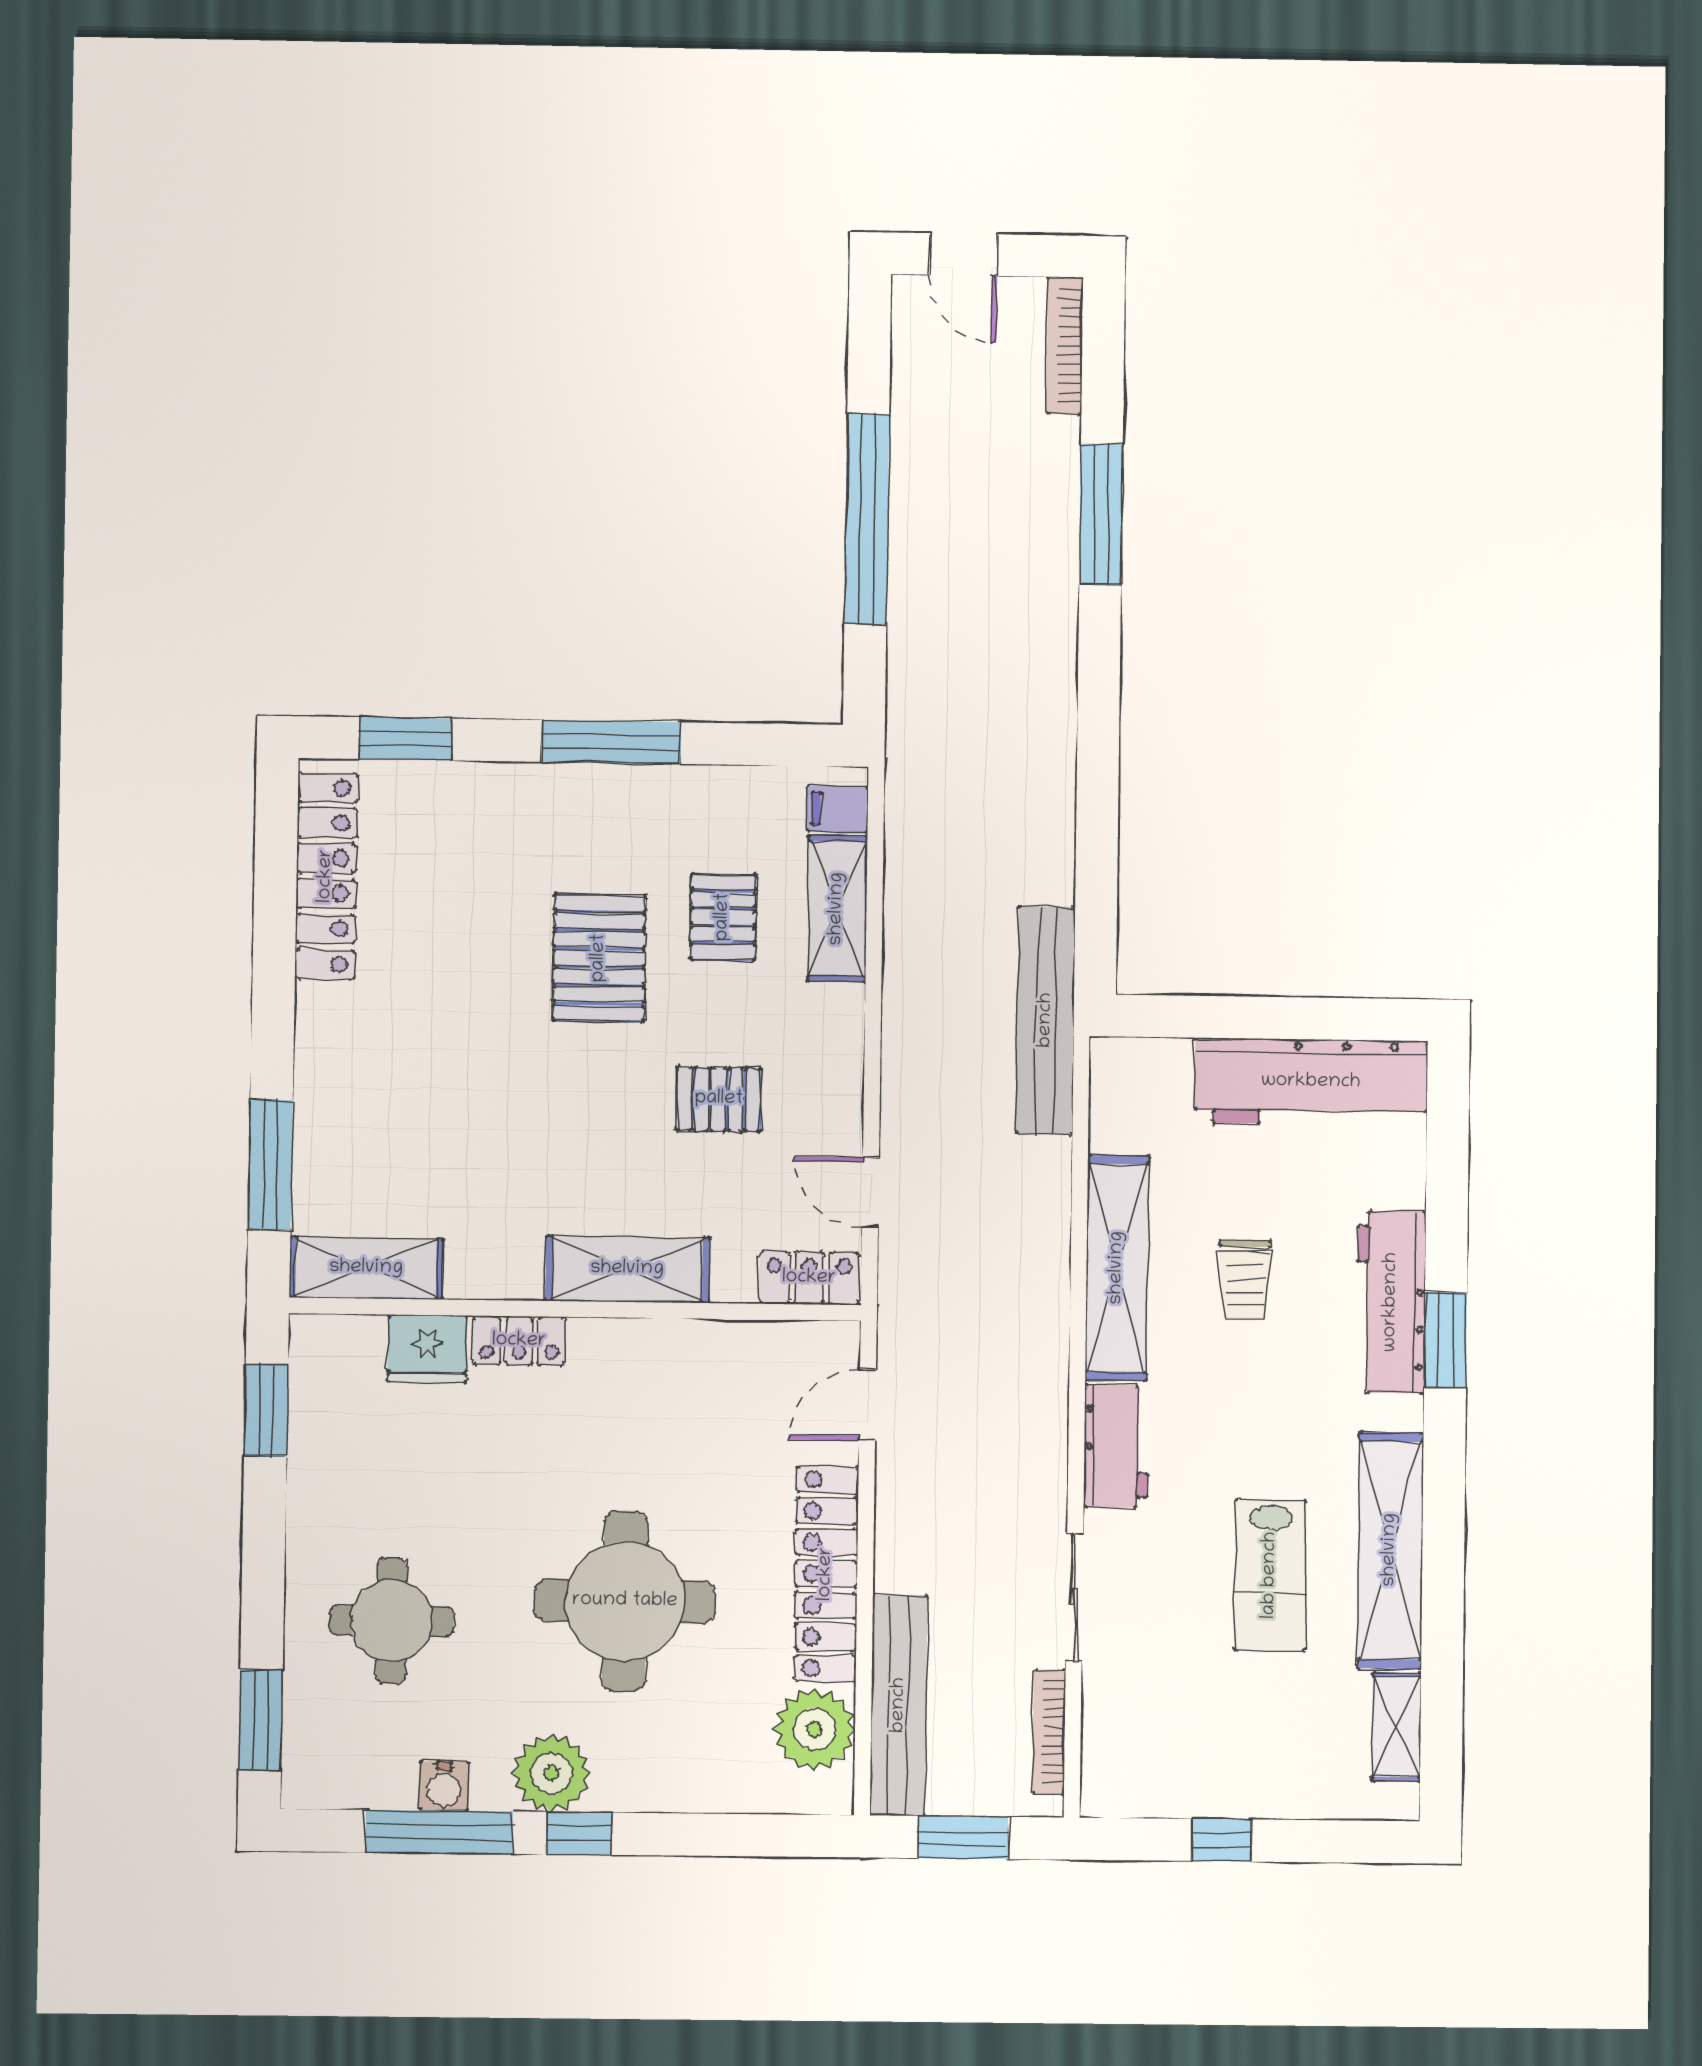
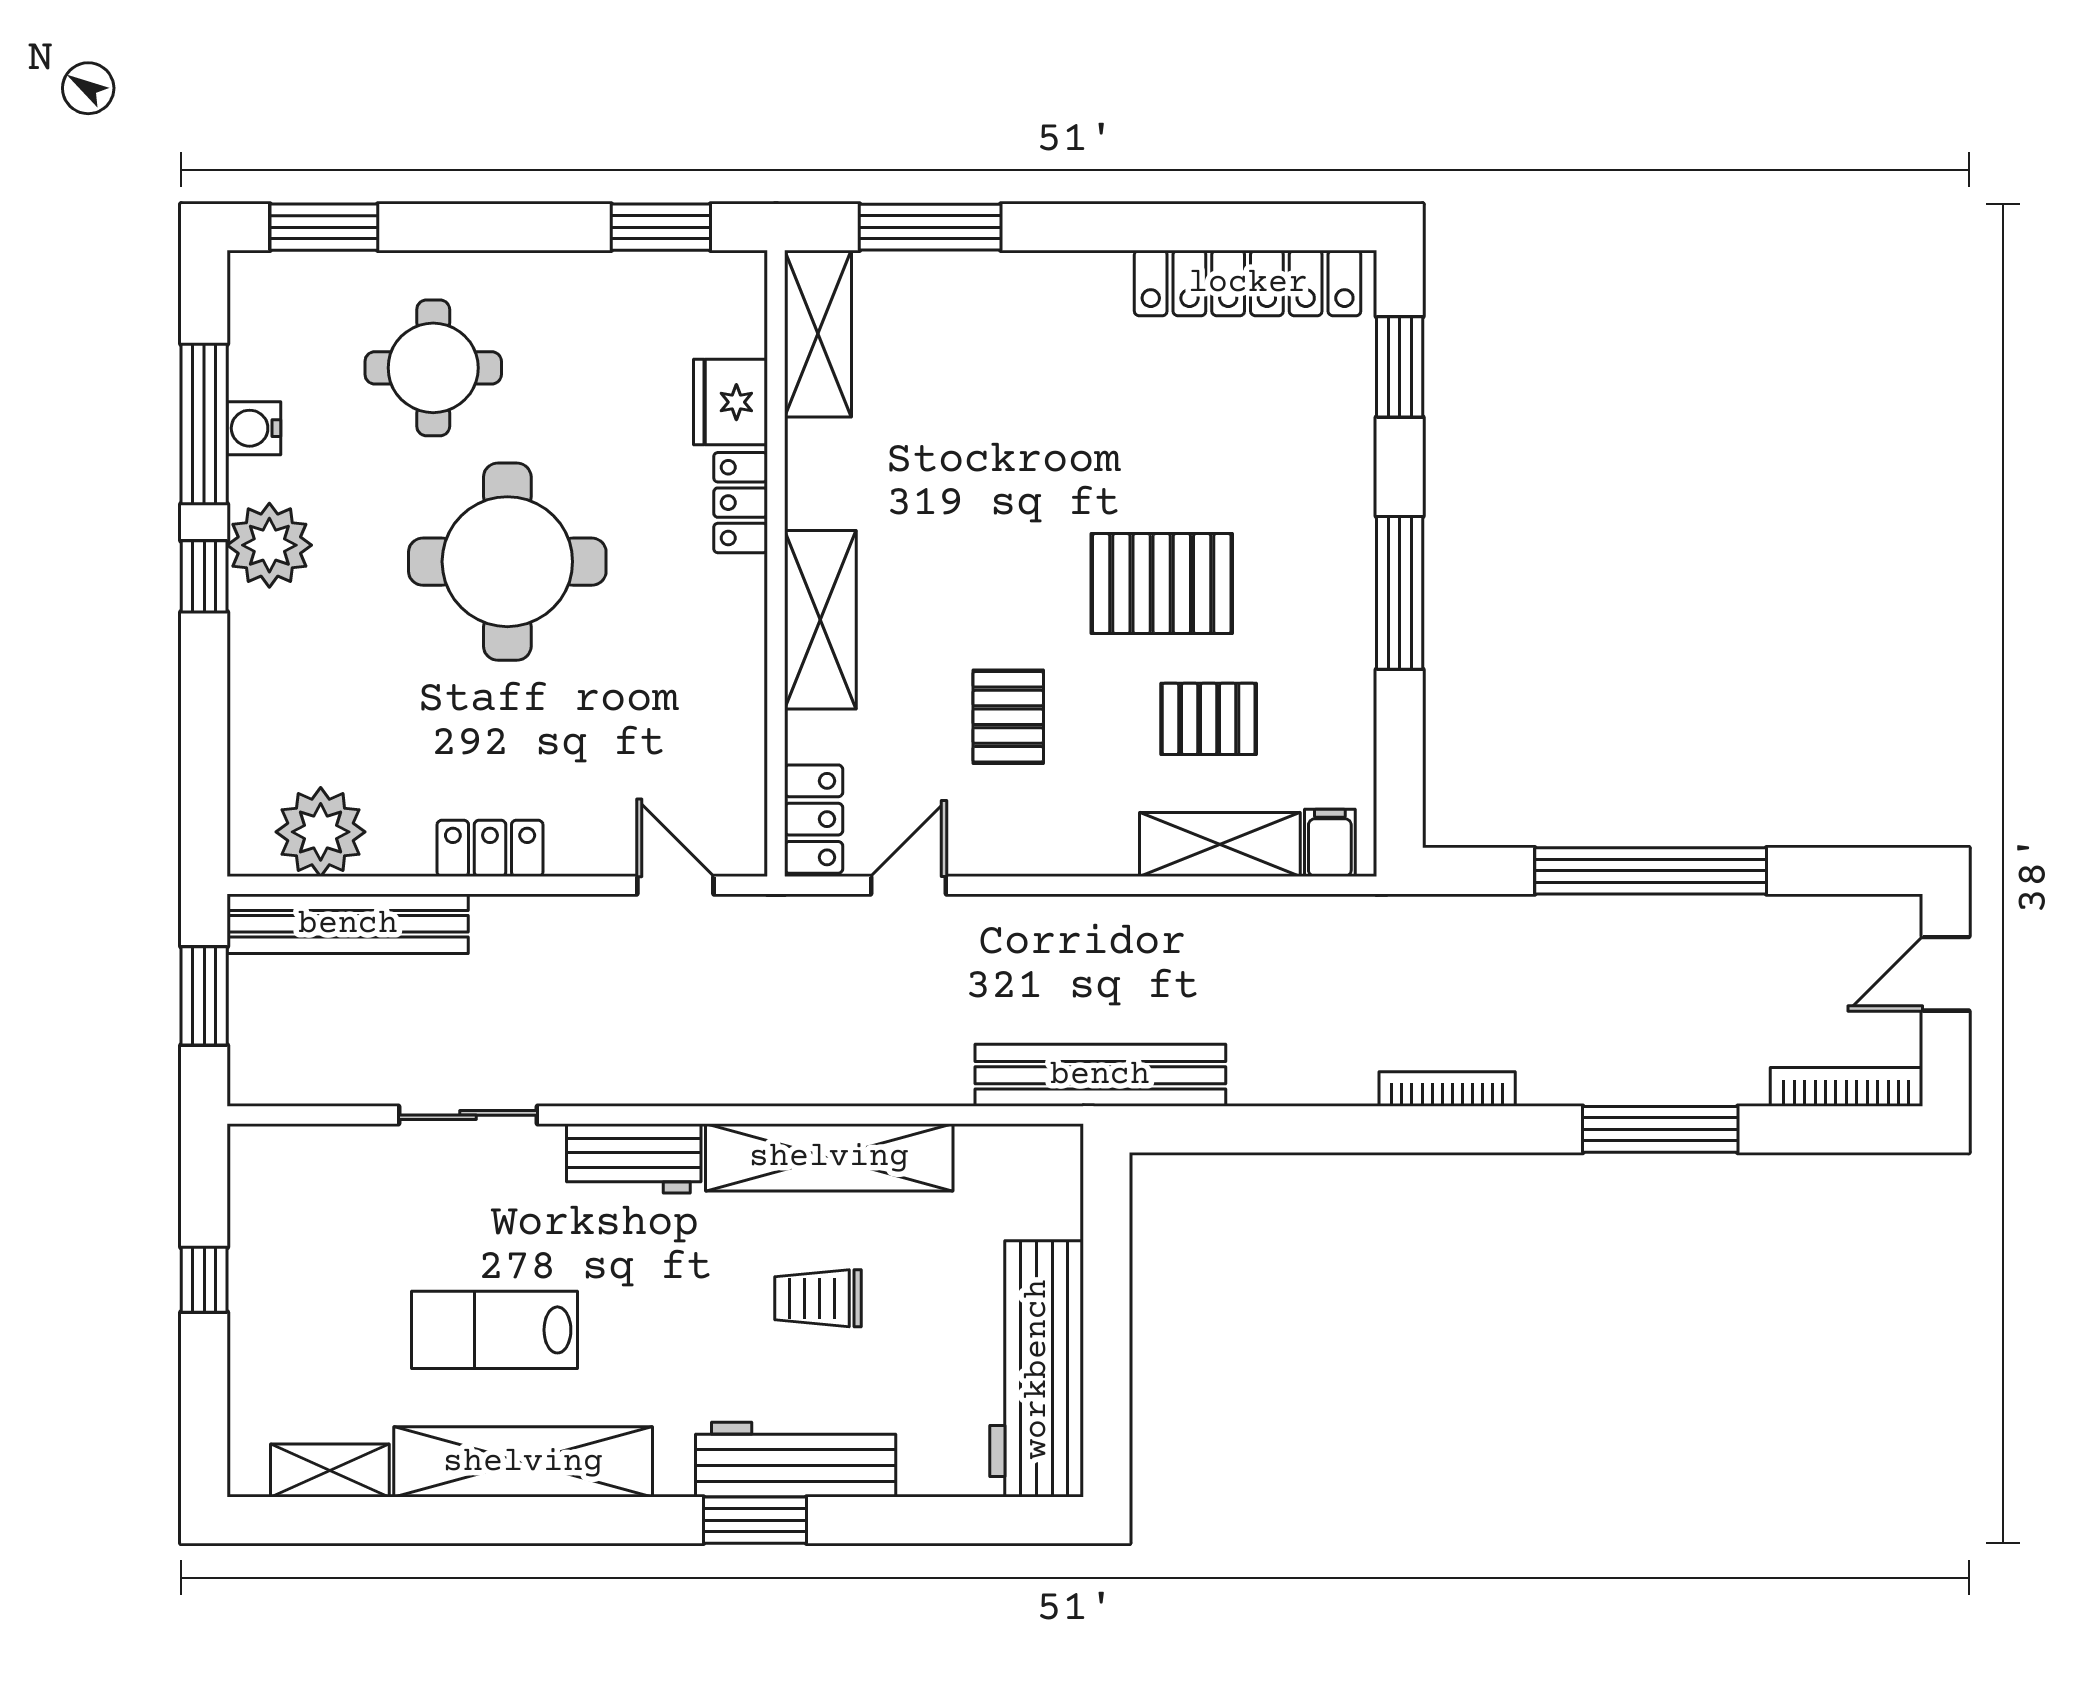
locker: (826, 1574) -> (490, 848), width x0.46, depth x0.83
round table: (625, 1601) -> (507, 562), moved
bookcase: (1049, 1732) -> (1447, 1089), moved

